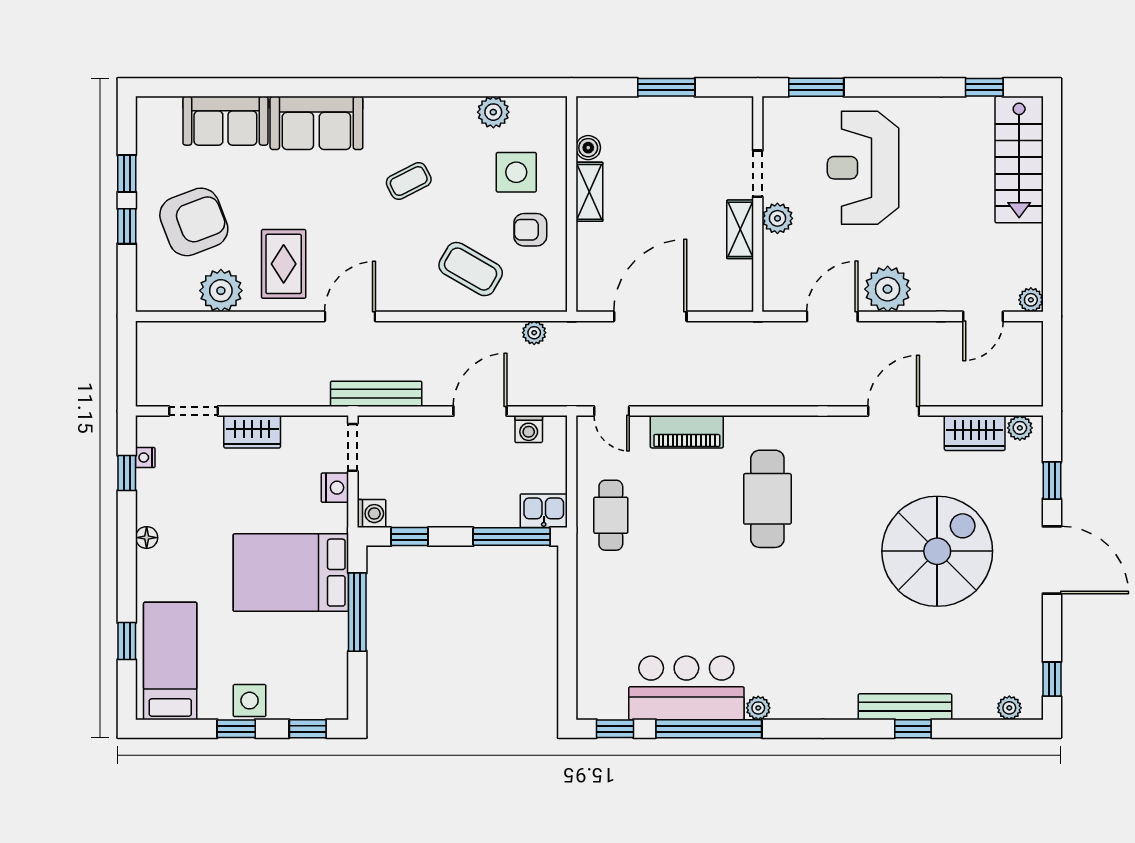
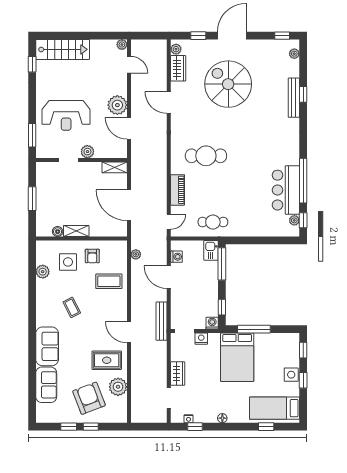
shelving: (740, 229) -> (115, 167), moved
coffee table: (471, 269) -> (109, 281), turned 60
plant: (758, 708) -> (294, 220), moved

